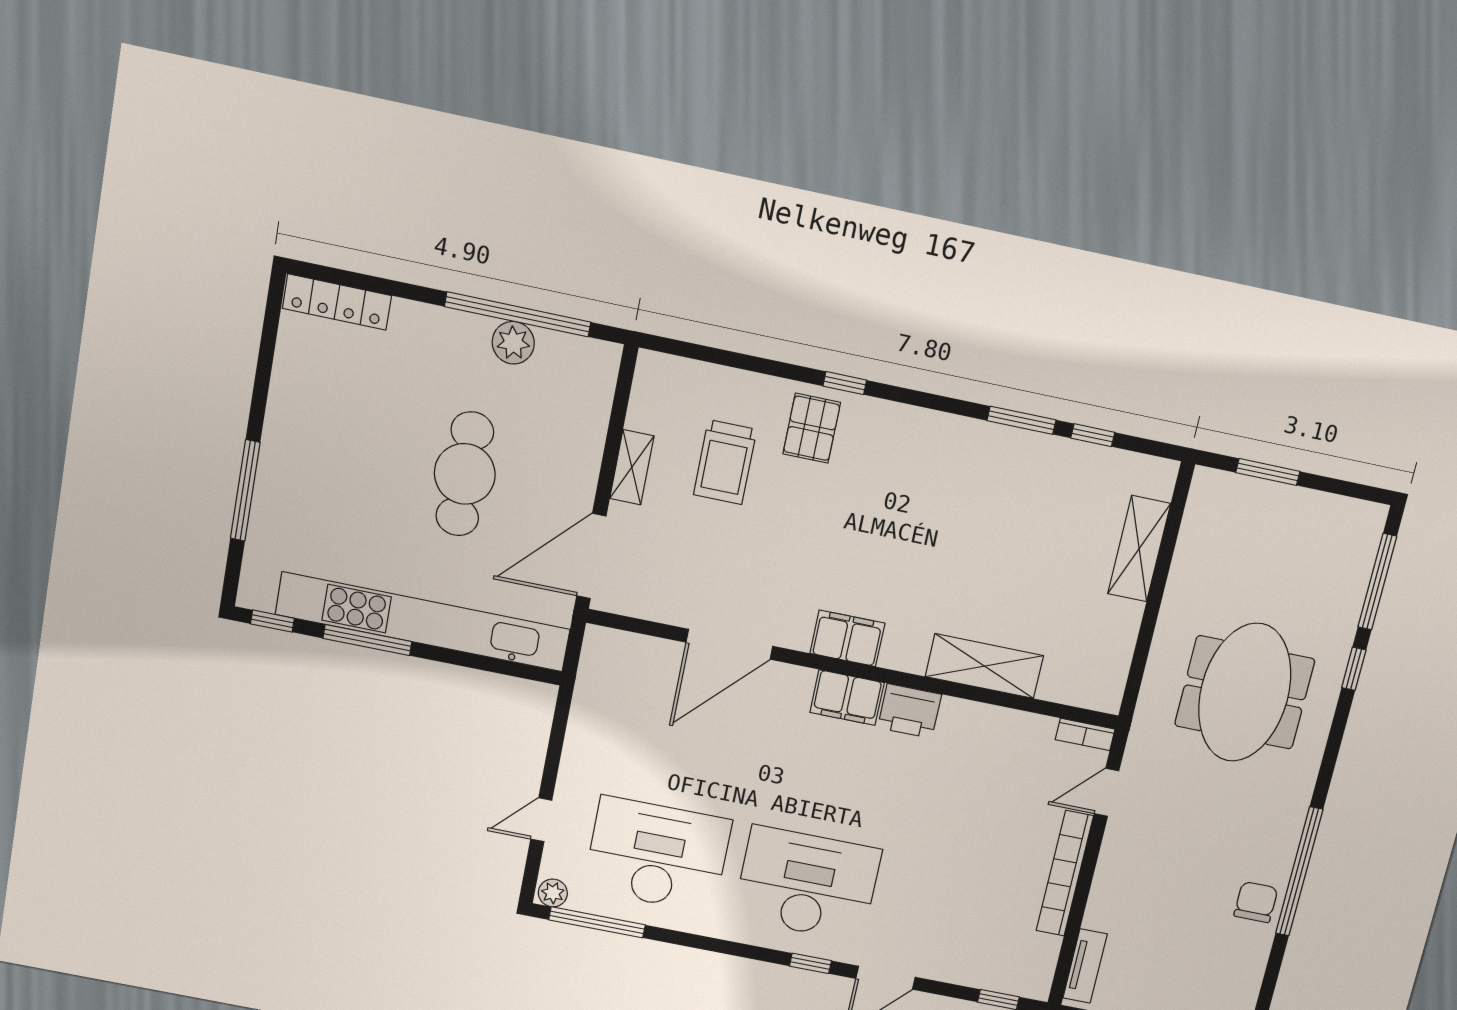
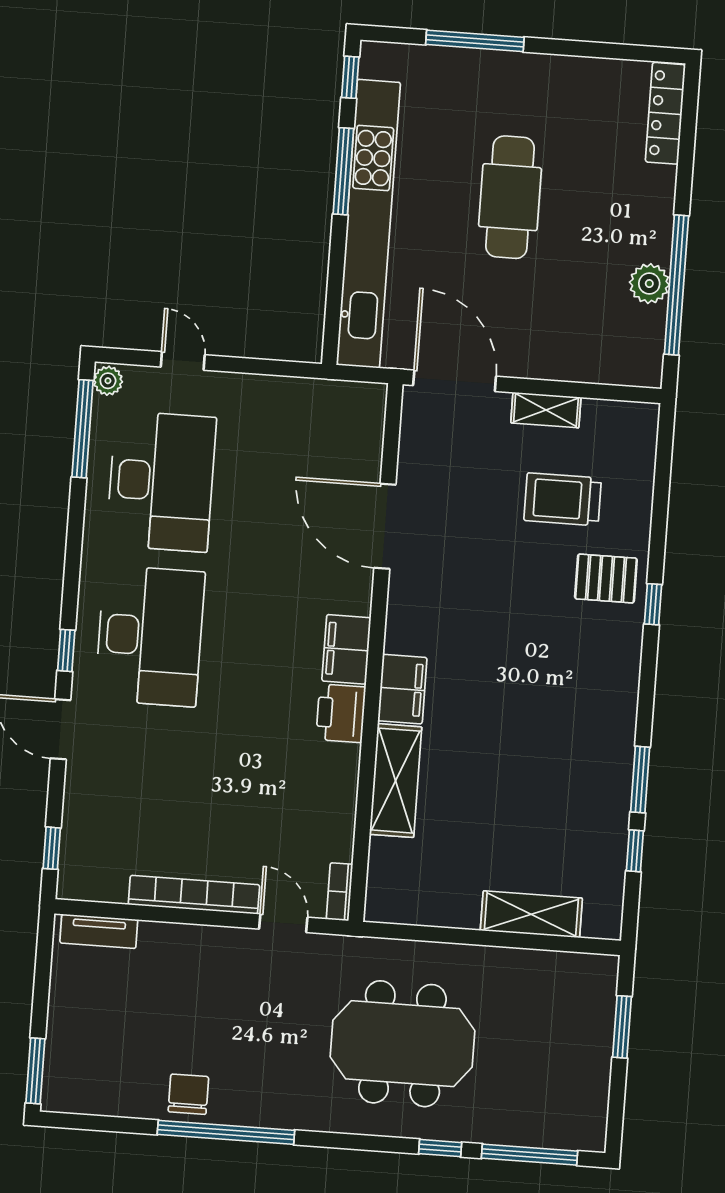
cafe table: (465, 474) -> (510, 197), moved, turned 90
filing cabinet: (847, 638) -> (402, 689), moved
chair: (1256, 902) -> (188, 1094), turned -90

